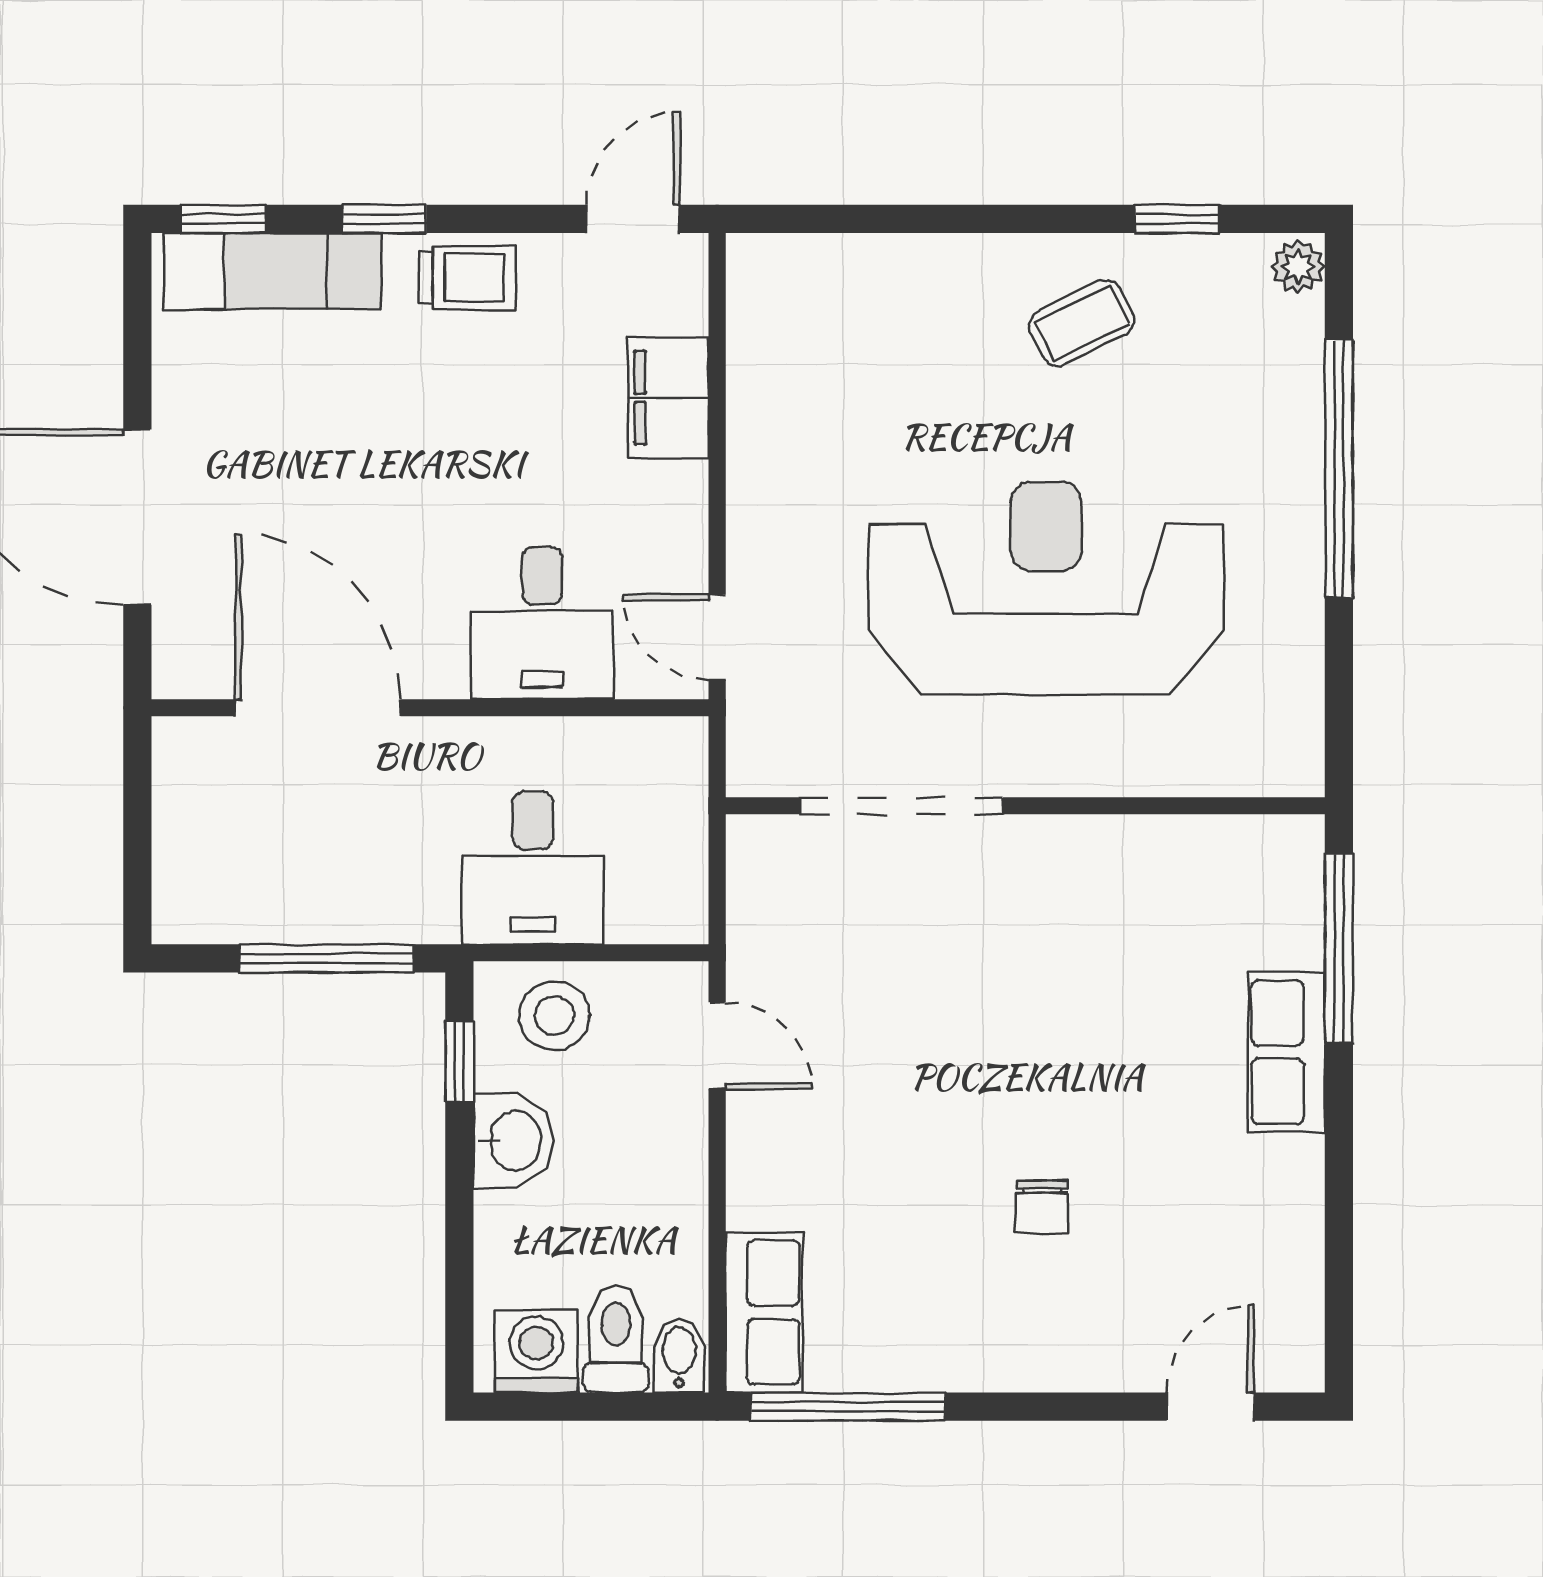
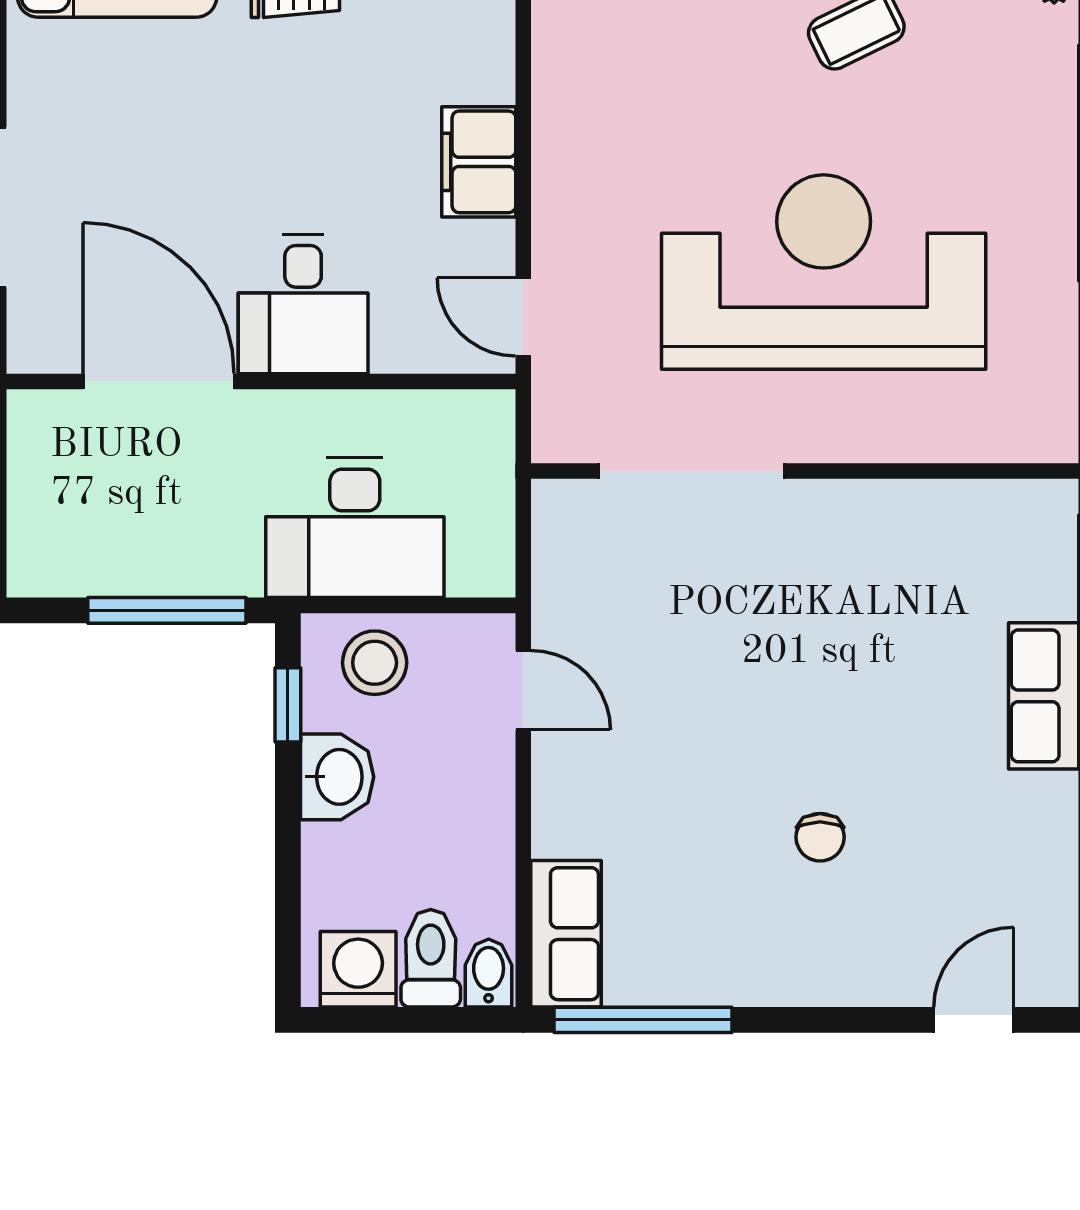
filing cabinet: (668, 398) -> (479, 162), moved
desk: (542, 623) -> (303, 304), moved
desk: (533, 868) -> (355, 528), width x1.37

